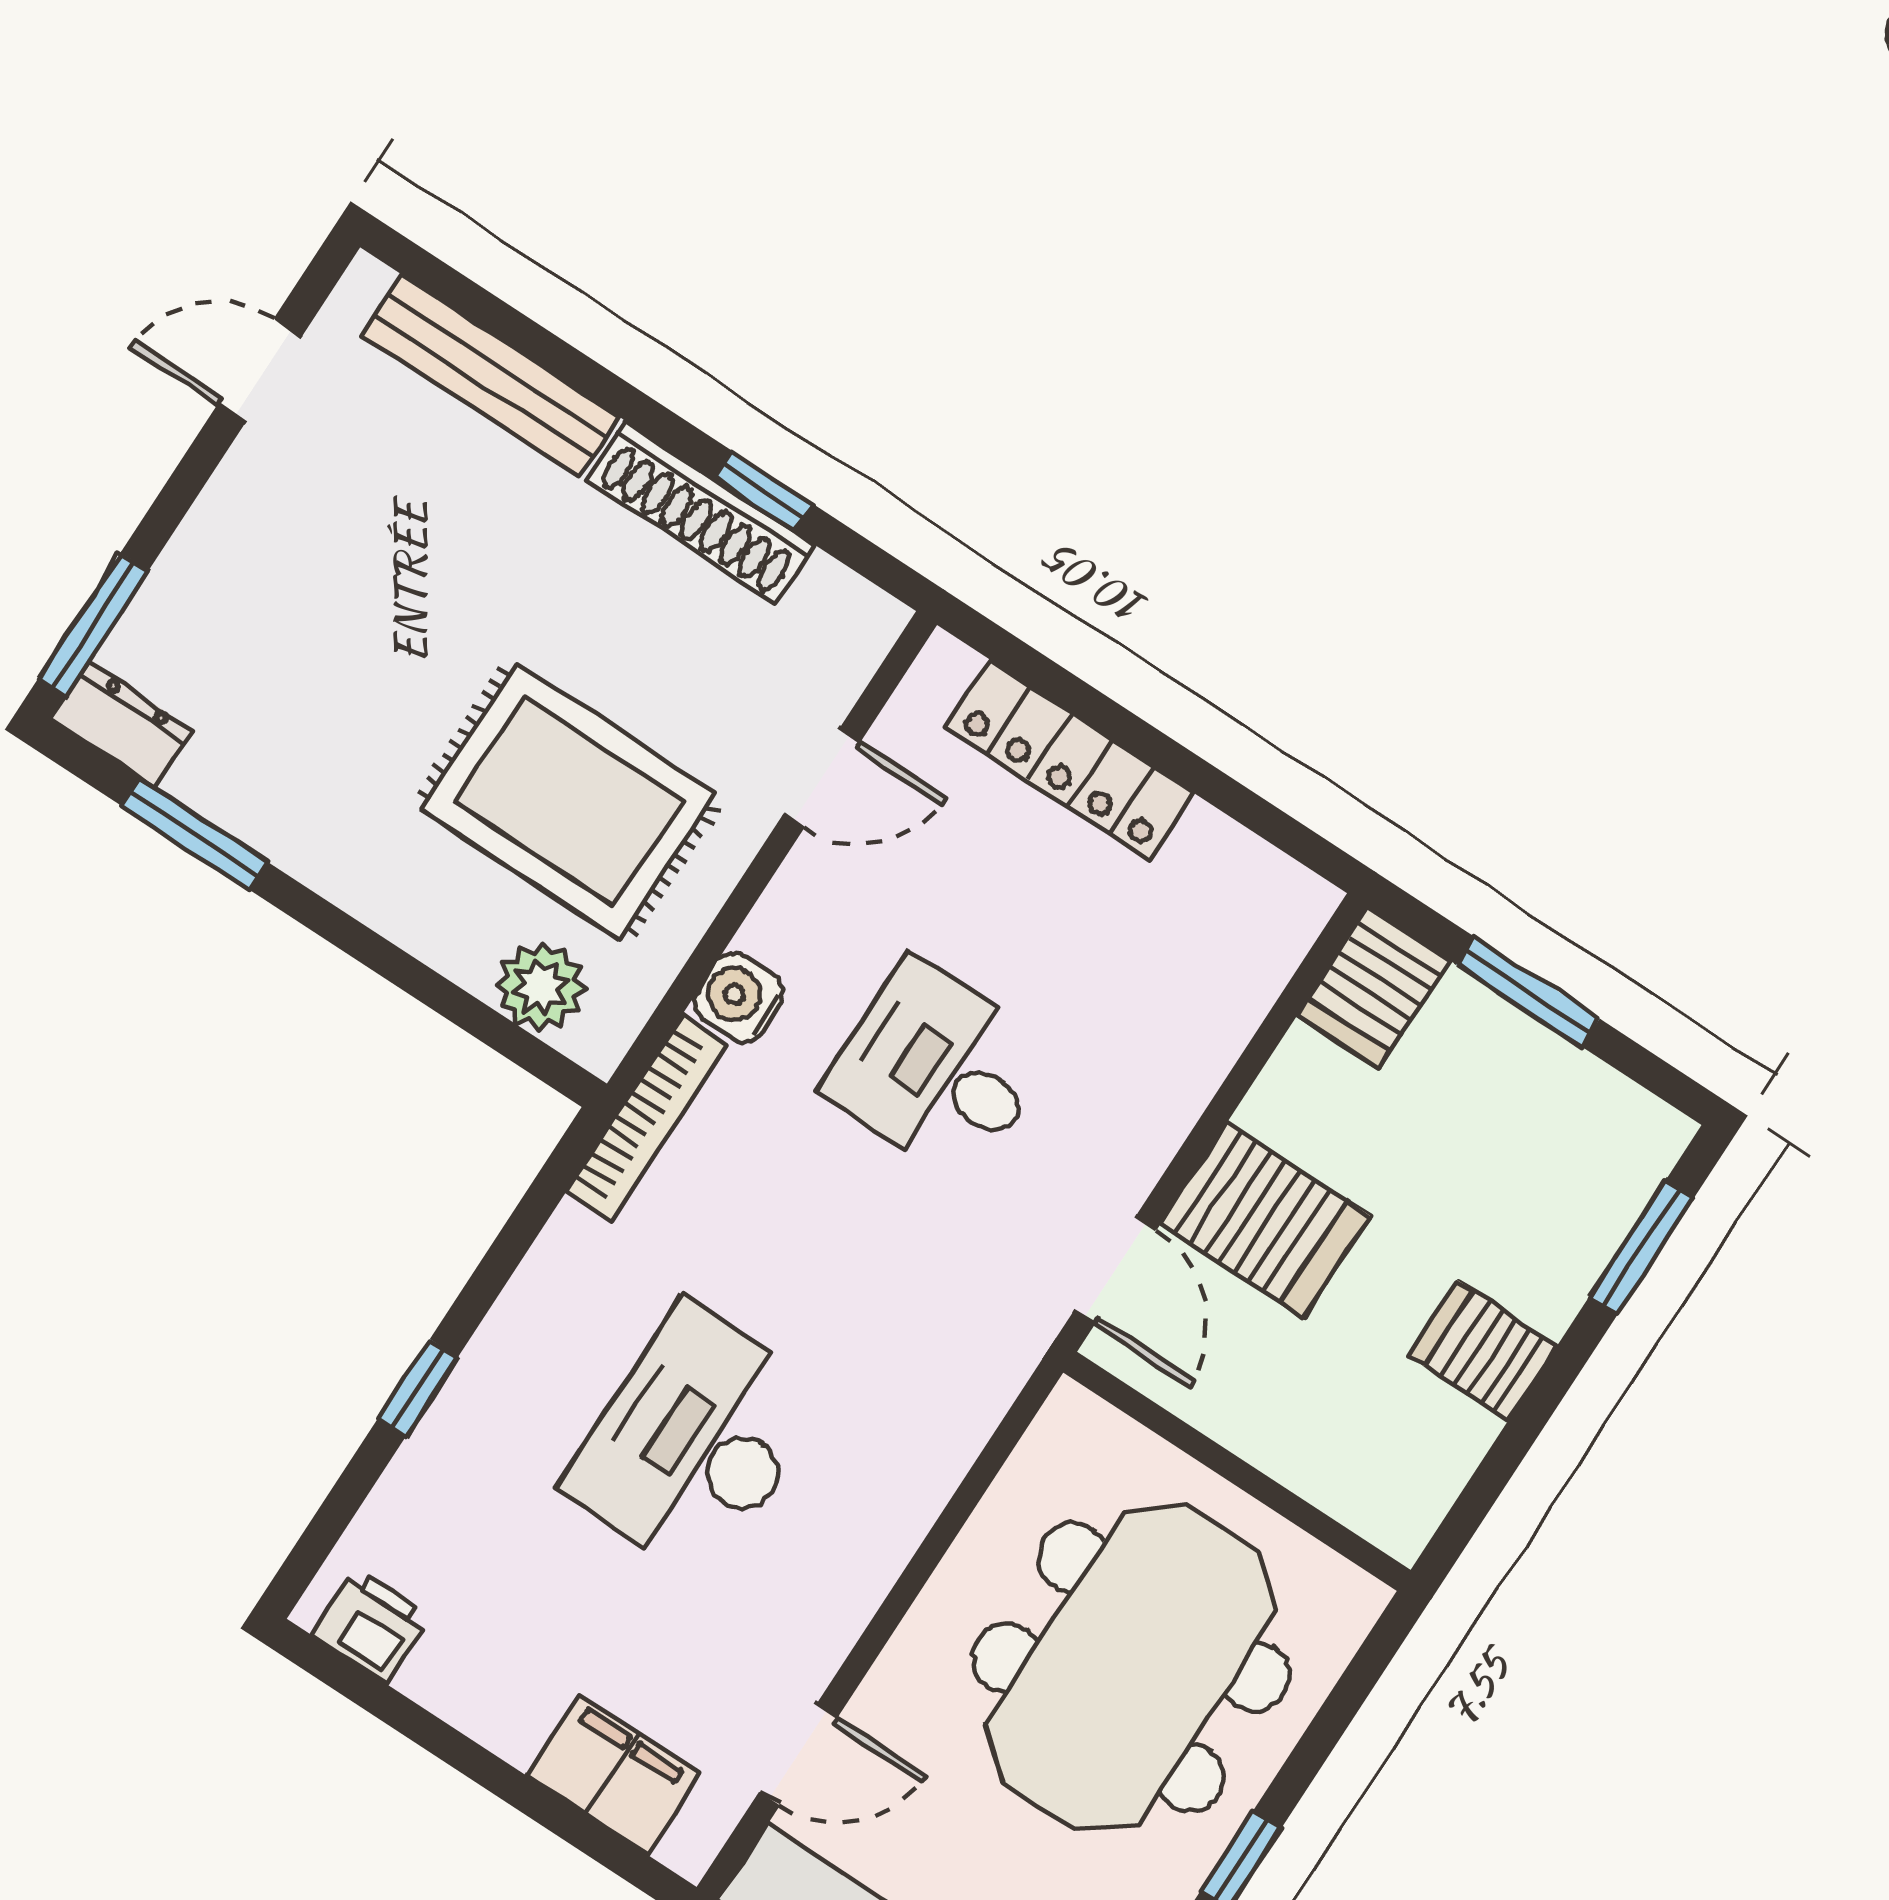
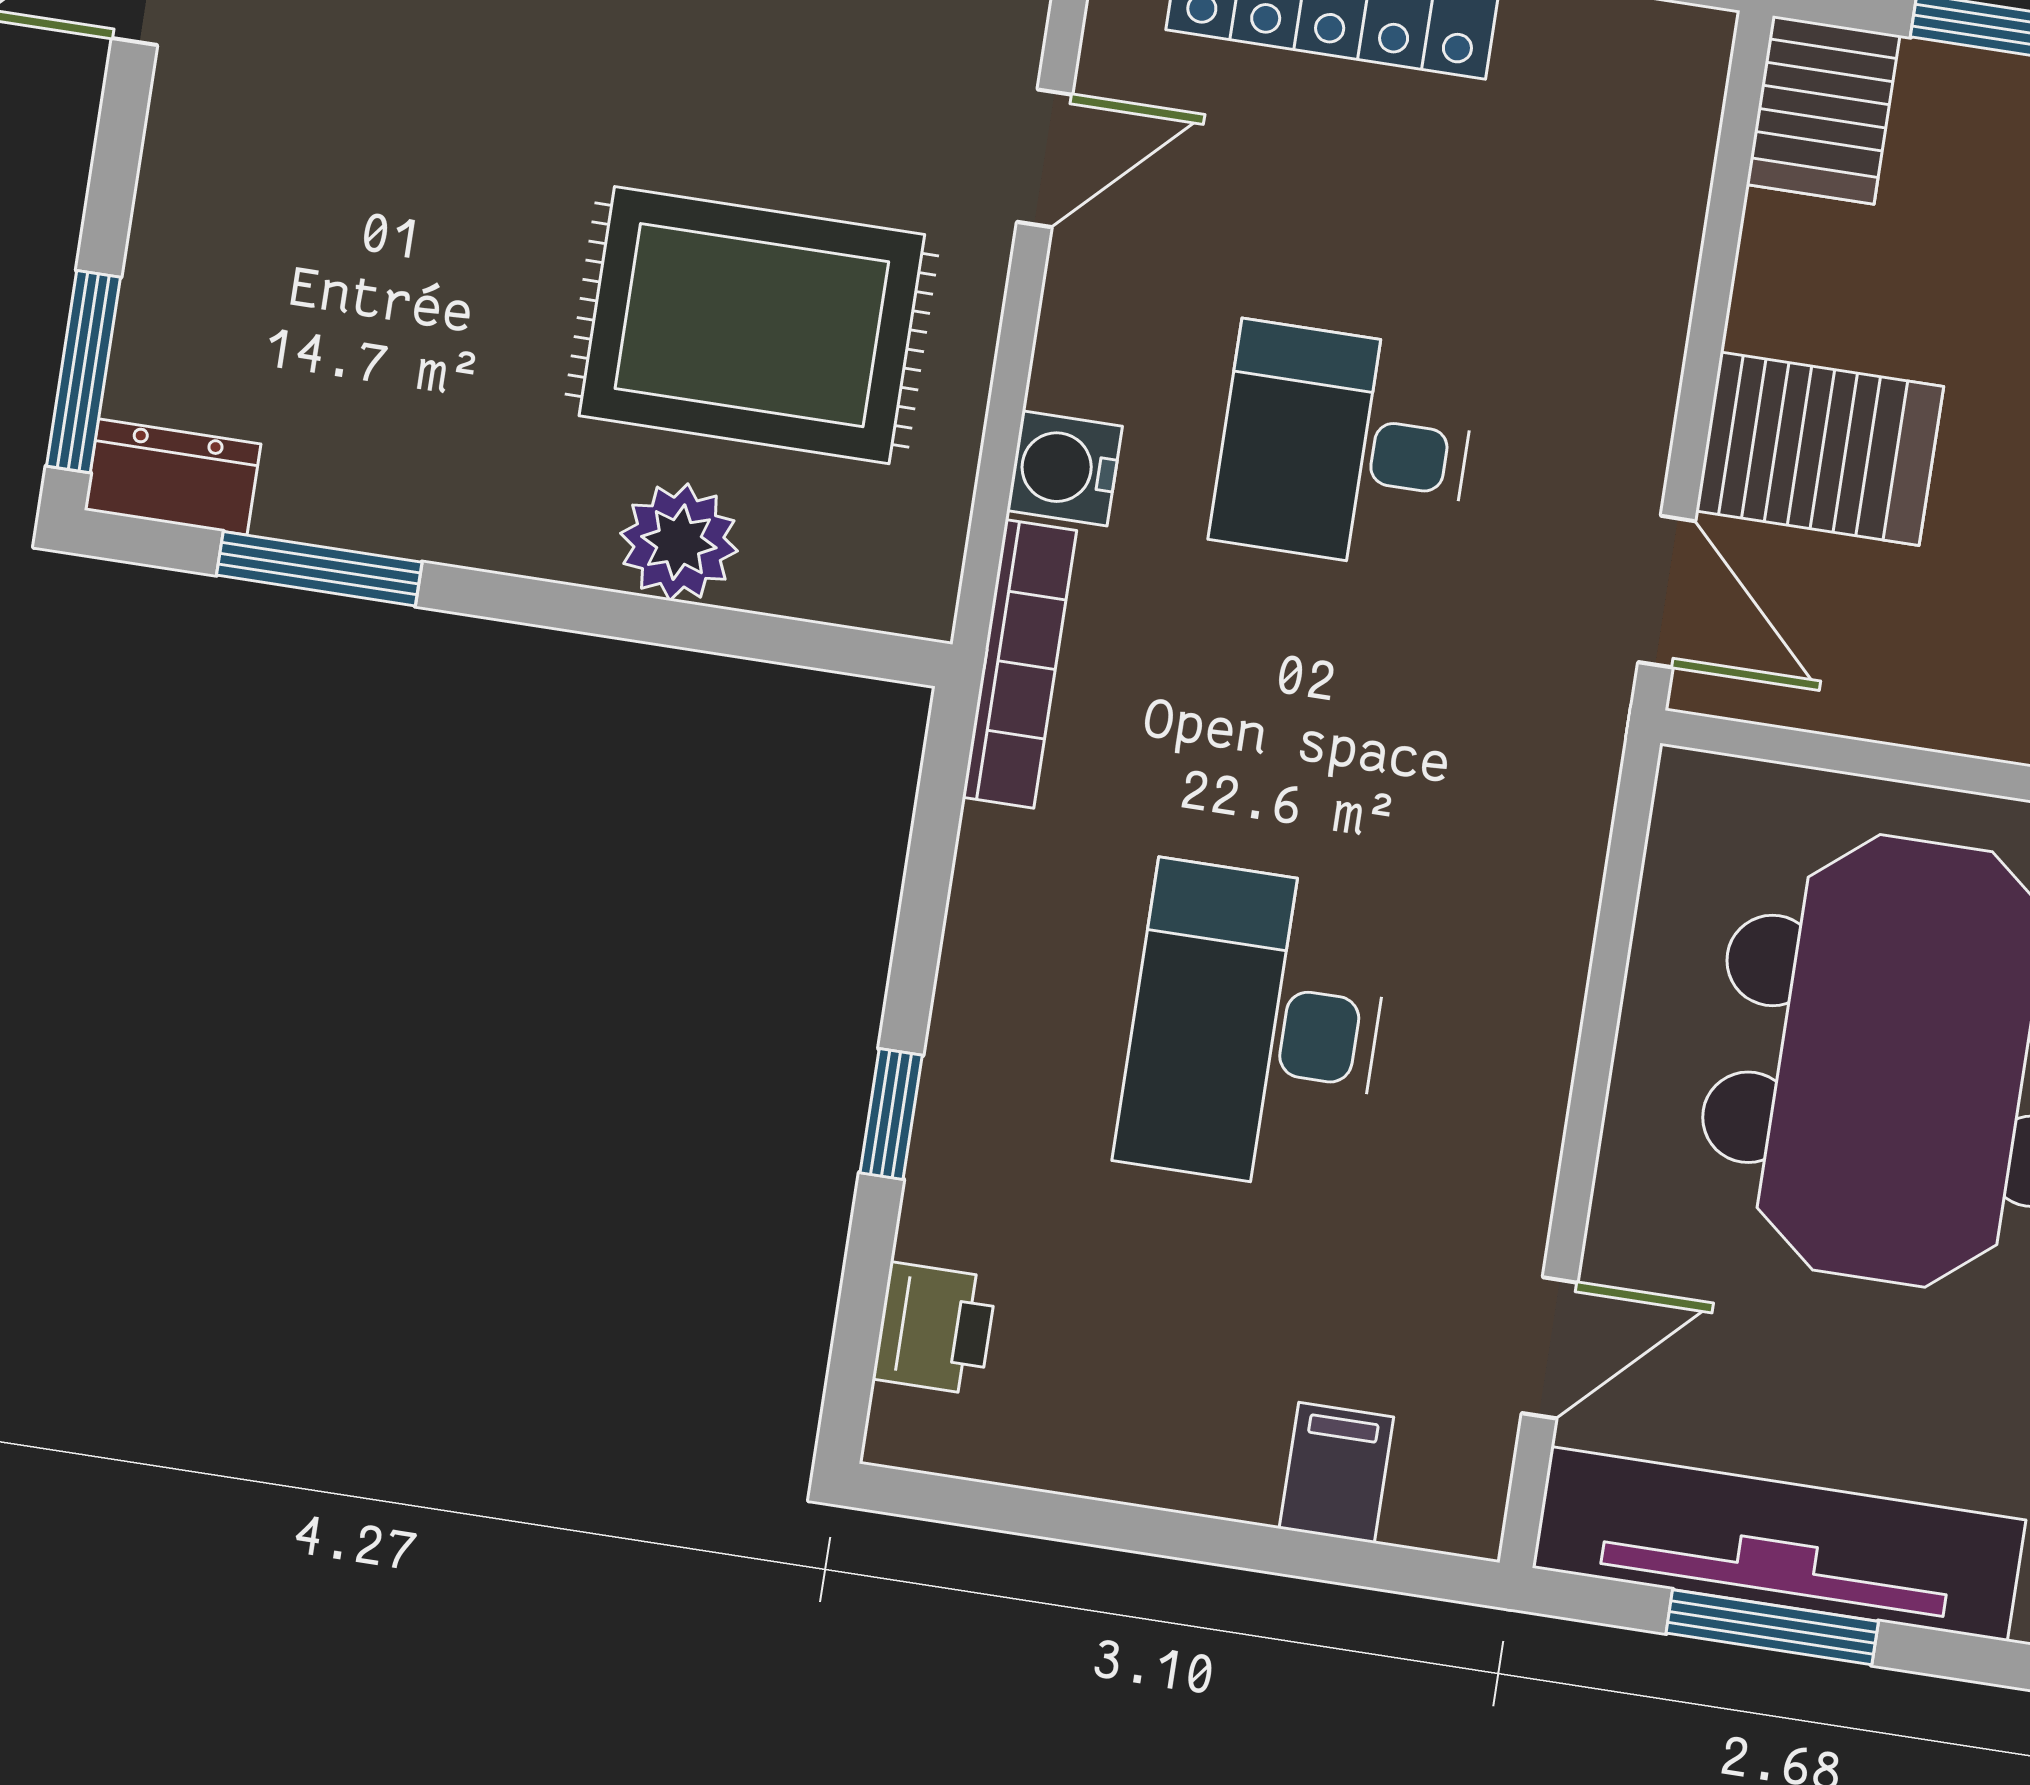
plant: (540, 987) -> (679, 542), moved
printer: (371, 1625) -> (935, 1329), moved, turned 90
filing cabinet: (612, 1774) -> (1336, 1473), width x0.50

